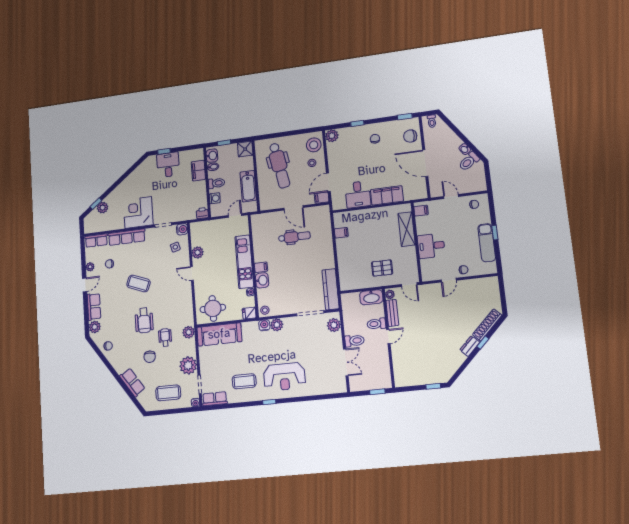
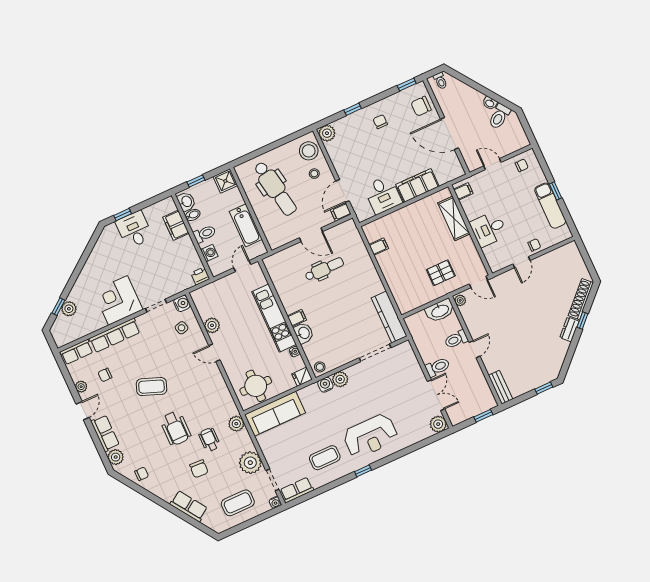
bench: (392, 313) -> (501, 387), moved
plant: (334, 325) -> (438, 424), moved

